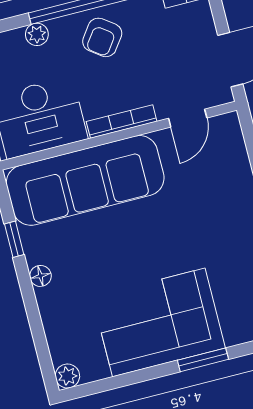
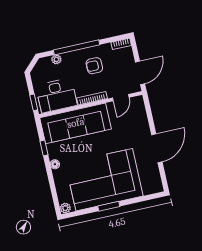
armchair: (102, 37) -> (94, 66), moved, turned 54
corner sofa: (159, 322) -> (104, 180), width x1.36, depth x1.36
window: (203, 360) -> (109, 206), moved

